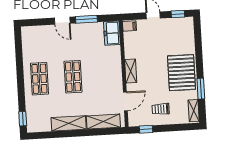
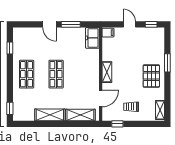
window: (19, 50) -> (10, 48), added
pallet: (181, 73) -> (151, 76), width x0.73, depth x0.71
window: (201, 89) -> (167, 63), moved

